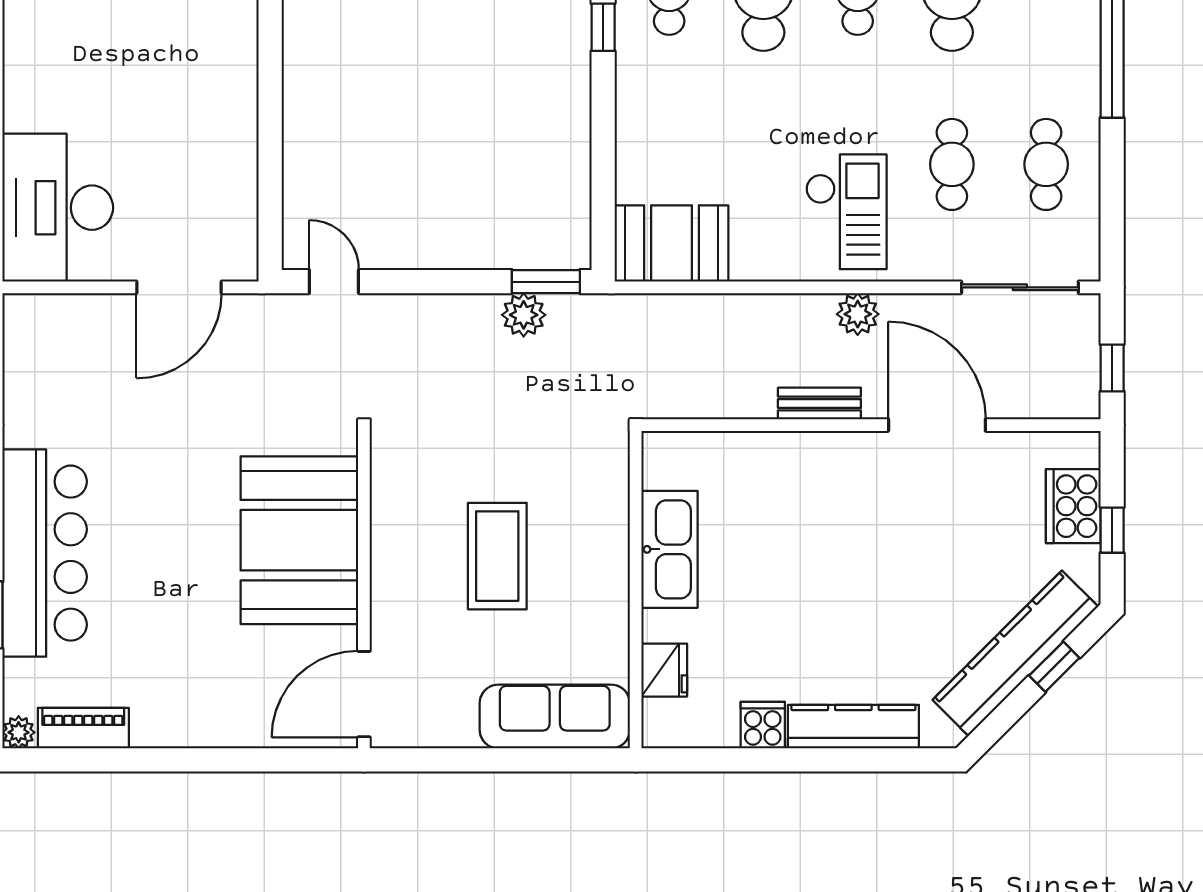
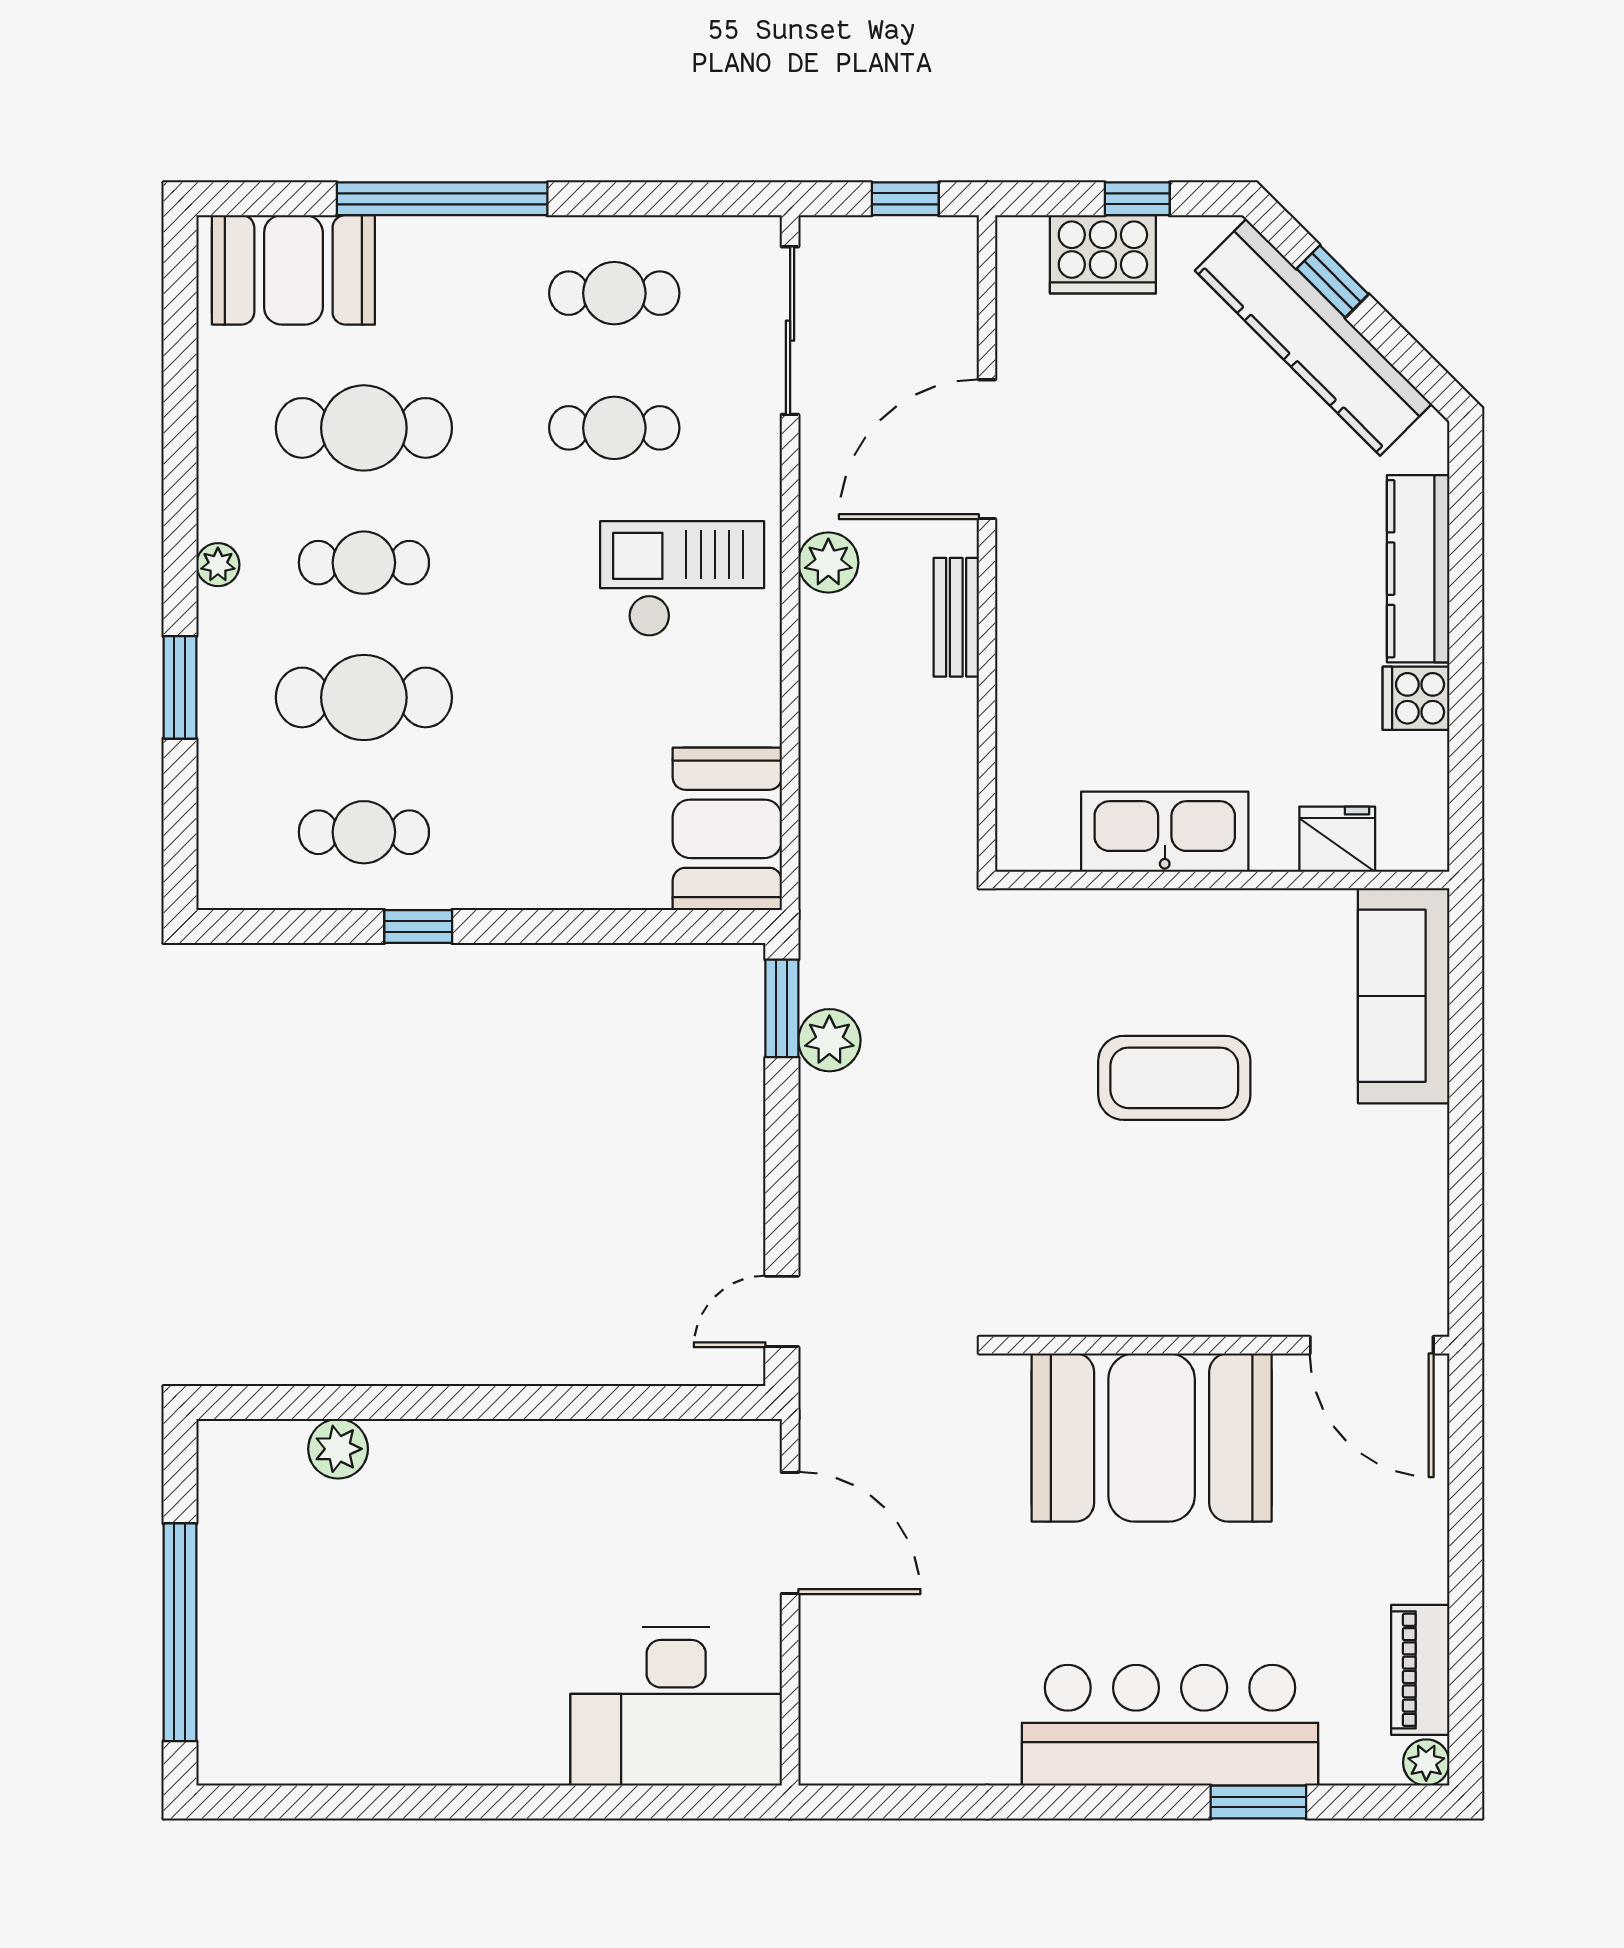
booth: (299, 540) -> (1152, 1437), moved
wall: (364, 590) -> (1222, 1345), moved
door: (364, 694) -> (1372, 1345), moved

